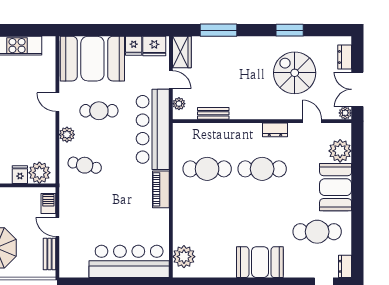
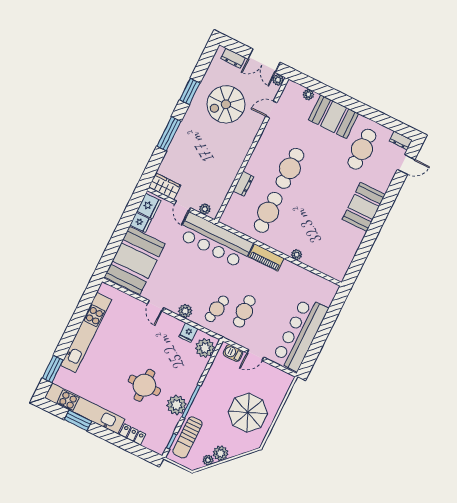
window: (218, 30) -> (169, 134), moved
door: (171, 80) -> (182, 206), swing flipped
door: (57, 102) -> (156, 306), hinge flipped
cafe table: (99, 111) -> (244, 311), moved
bench: (213, 113) -> (226, 185), removed
dresser: (275, 130) -> (243, 184), moved
plant: (340, 151) -> (308, 95), width x0.53, depth x0.53
fridge: (20, 175) -> (188, 333), moved, turned -90
bench: (50, 254) -> (274, 372), removed
plant: (184, 257) -> (297, 255), moved, width x0.53, depth x0.53
bar counter: (129, 261) -> (300, 334), moved

